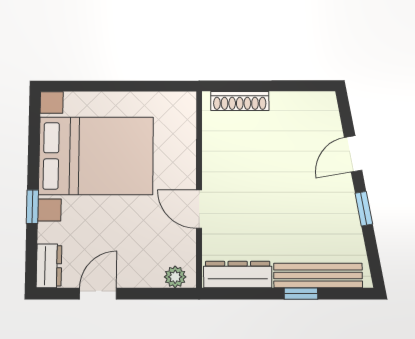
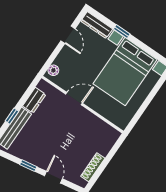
shoe rack: (240, 101) -> (93, 167), moved
dresser: (49, 266) -> (97, 25), width x1.44
dresser: (238, 275) -> (34, 100), width x0.70

